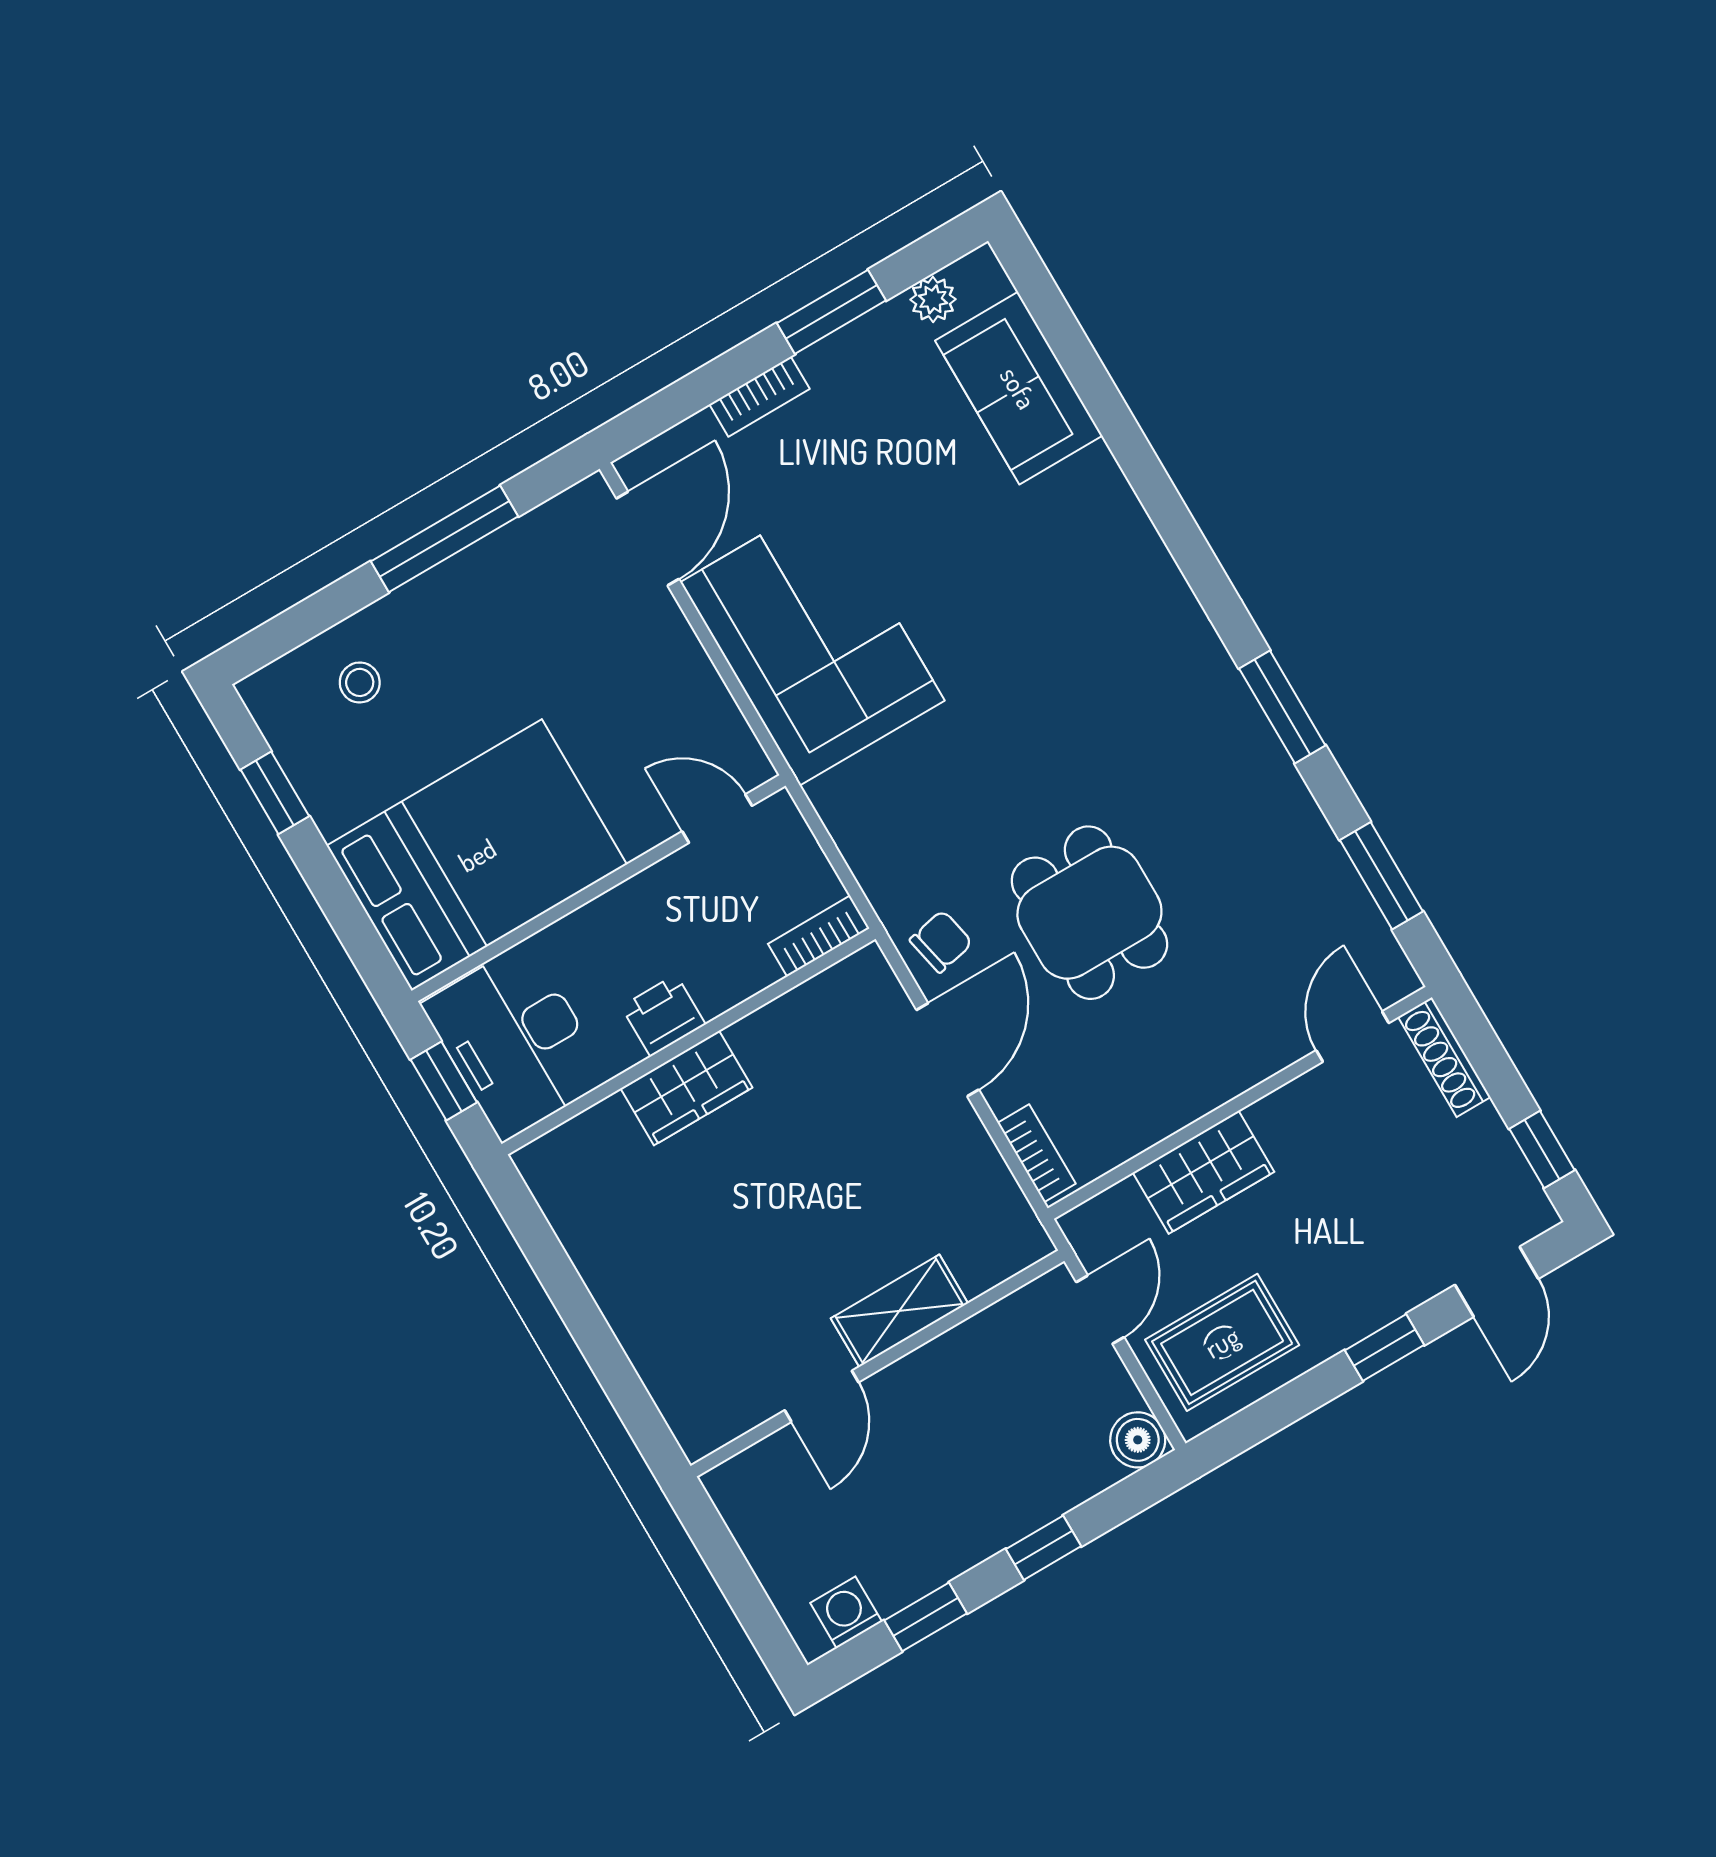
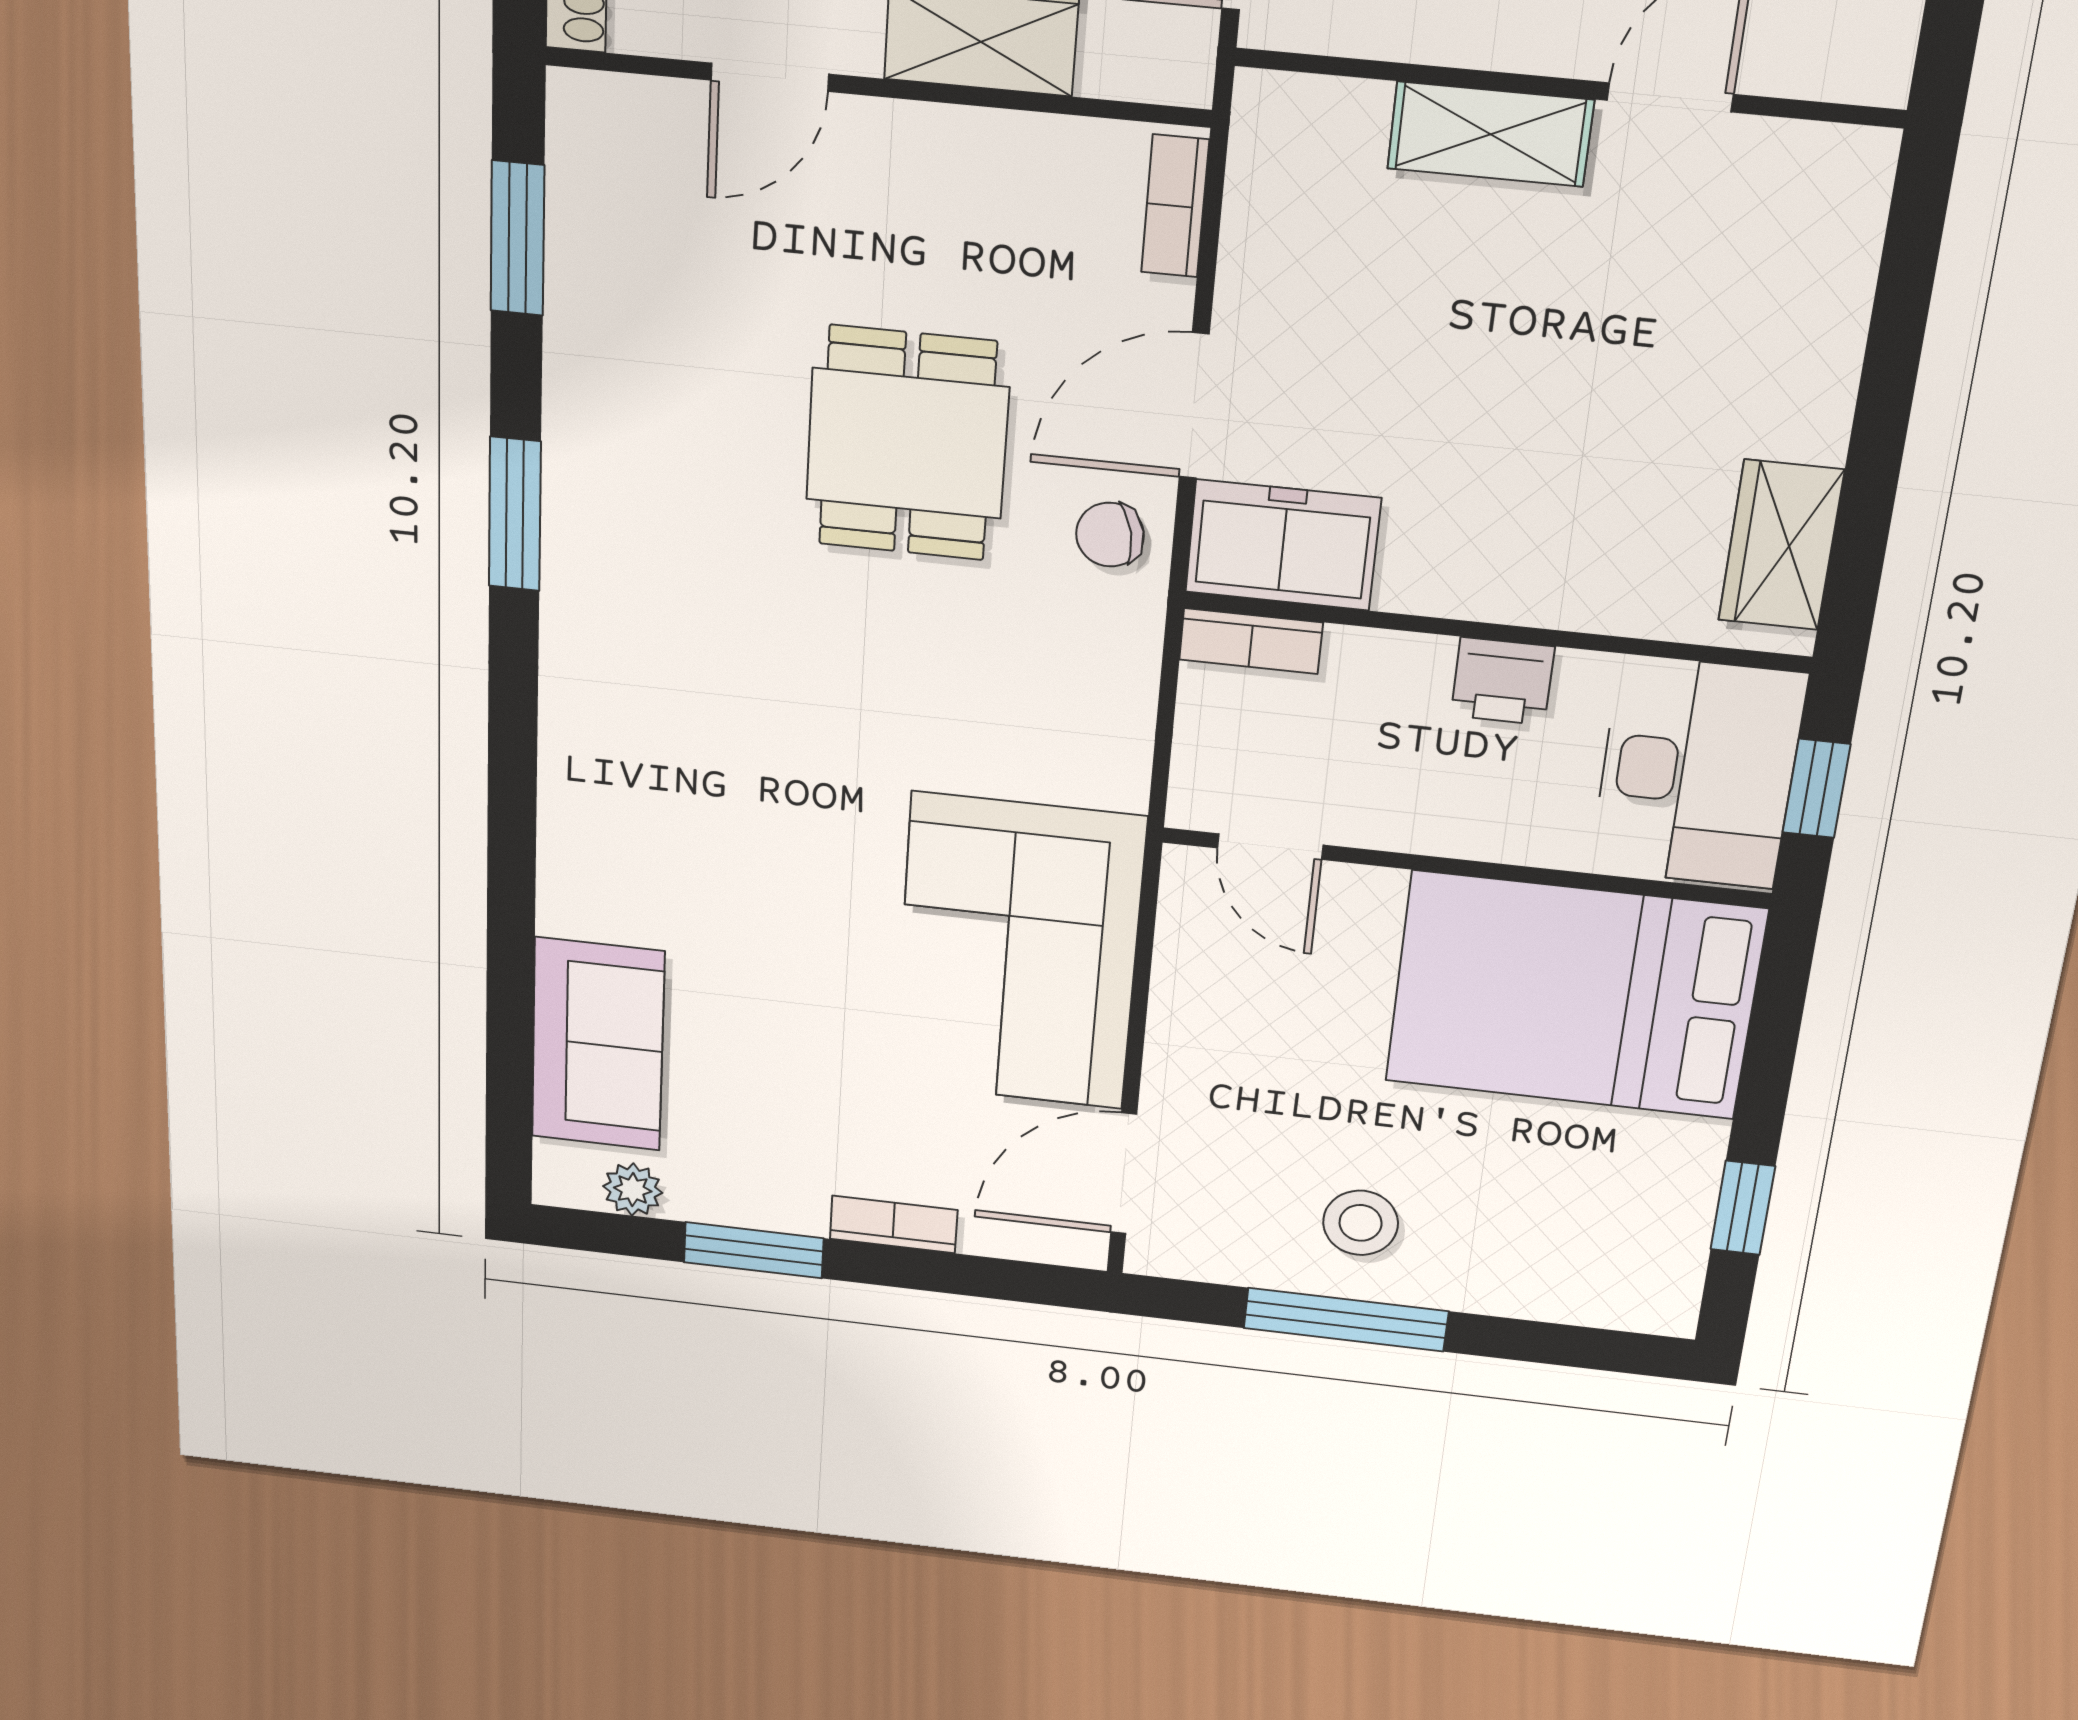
stool: (360, 682) -> (1361, 1223), moved, width x1.37, depth x1.37
freezer: (842, 1006) -> (1283, 545), added
door: (1352, 1037) -> (770, 77), moved
wardrobe: (686, 1088) -> (1781, 545), moved, turned -90

